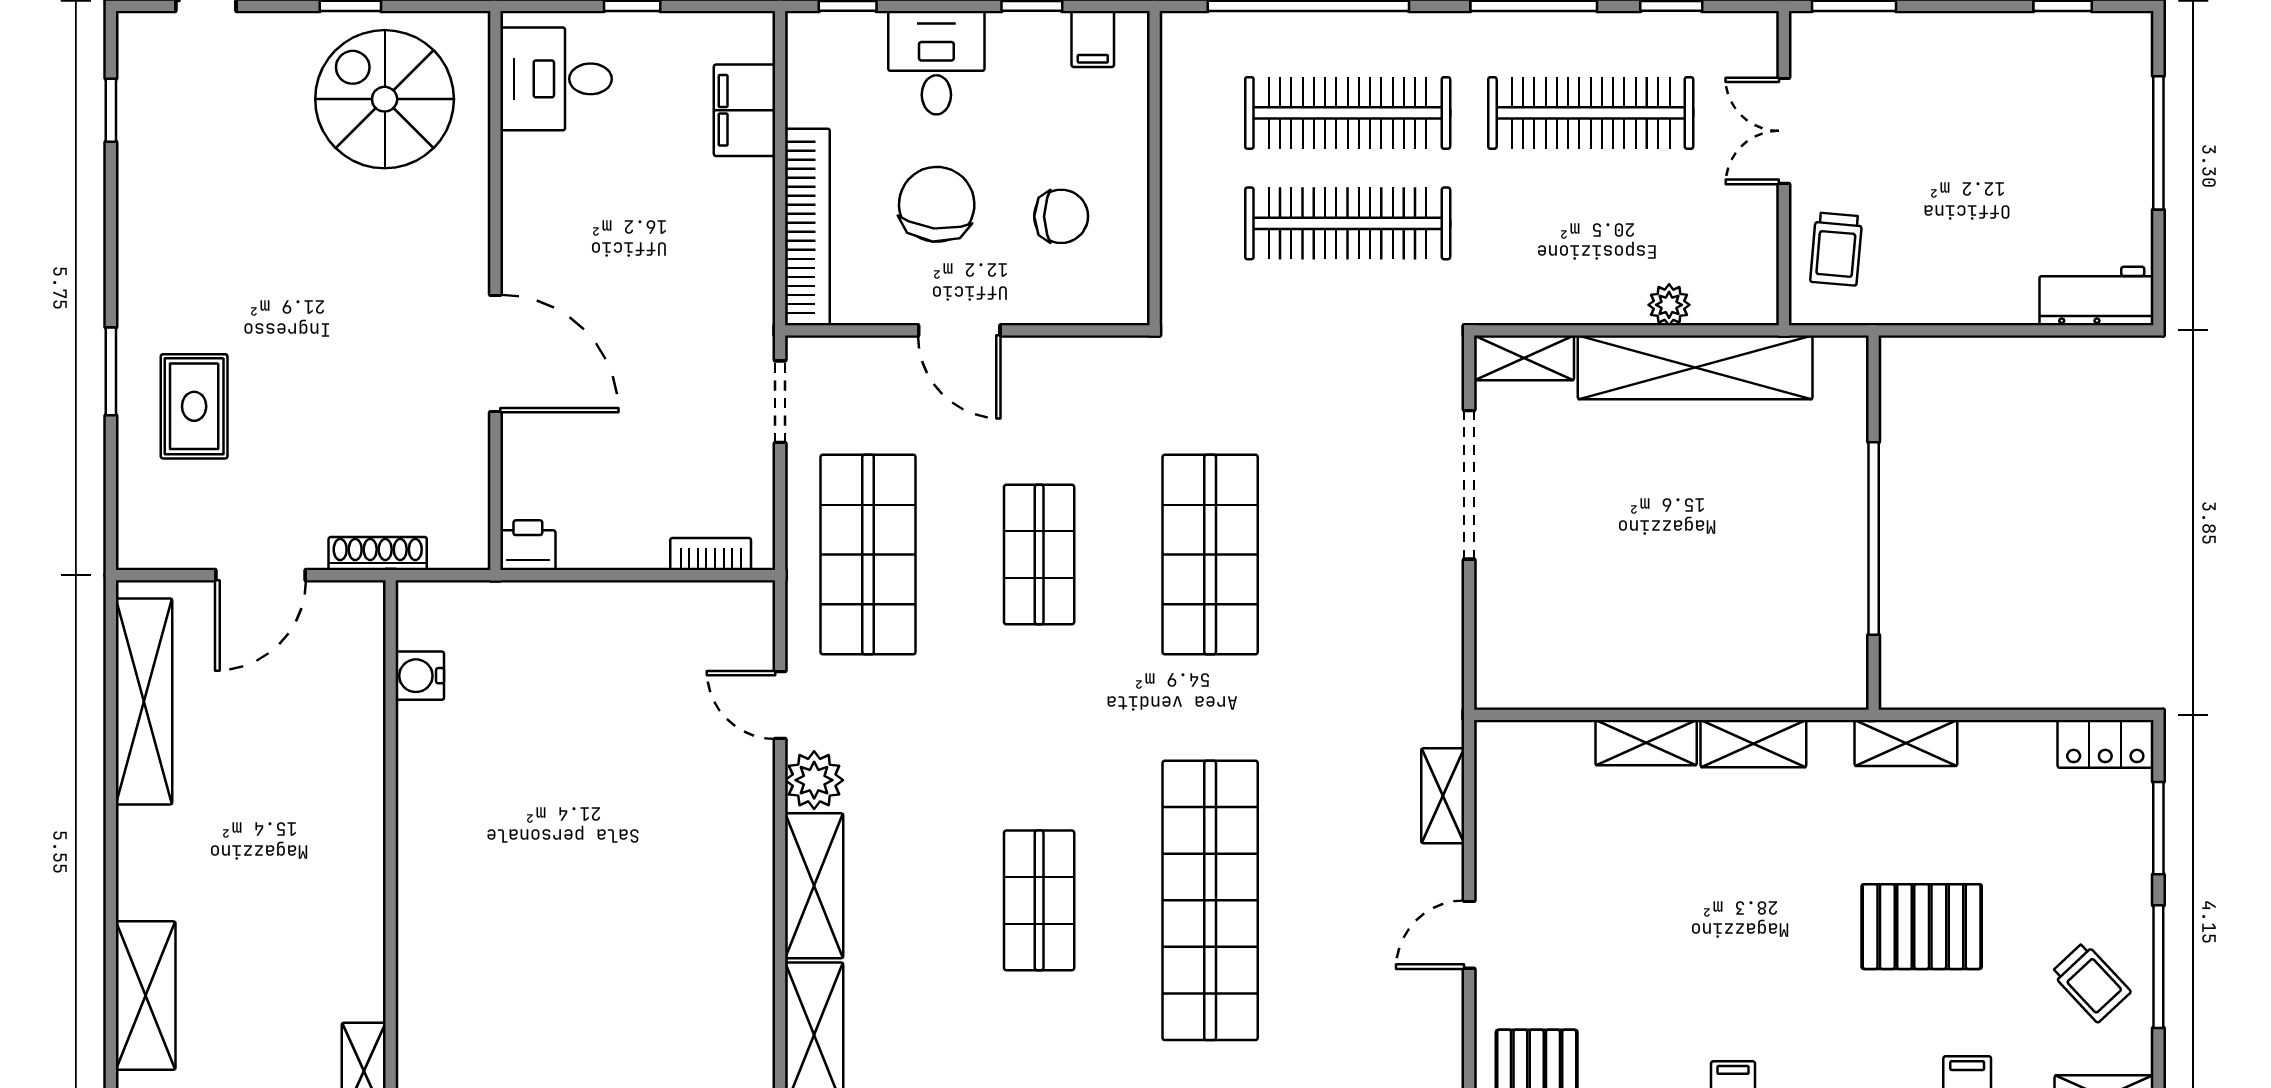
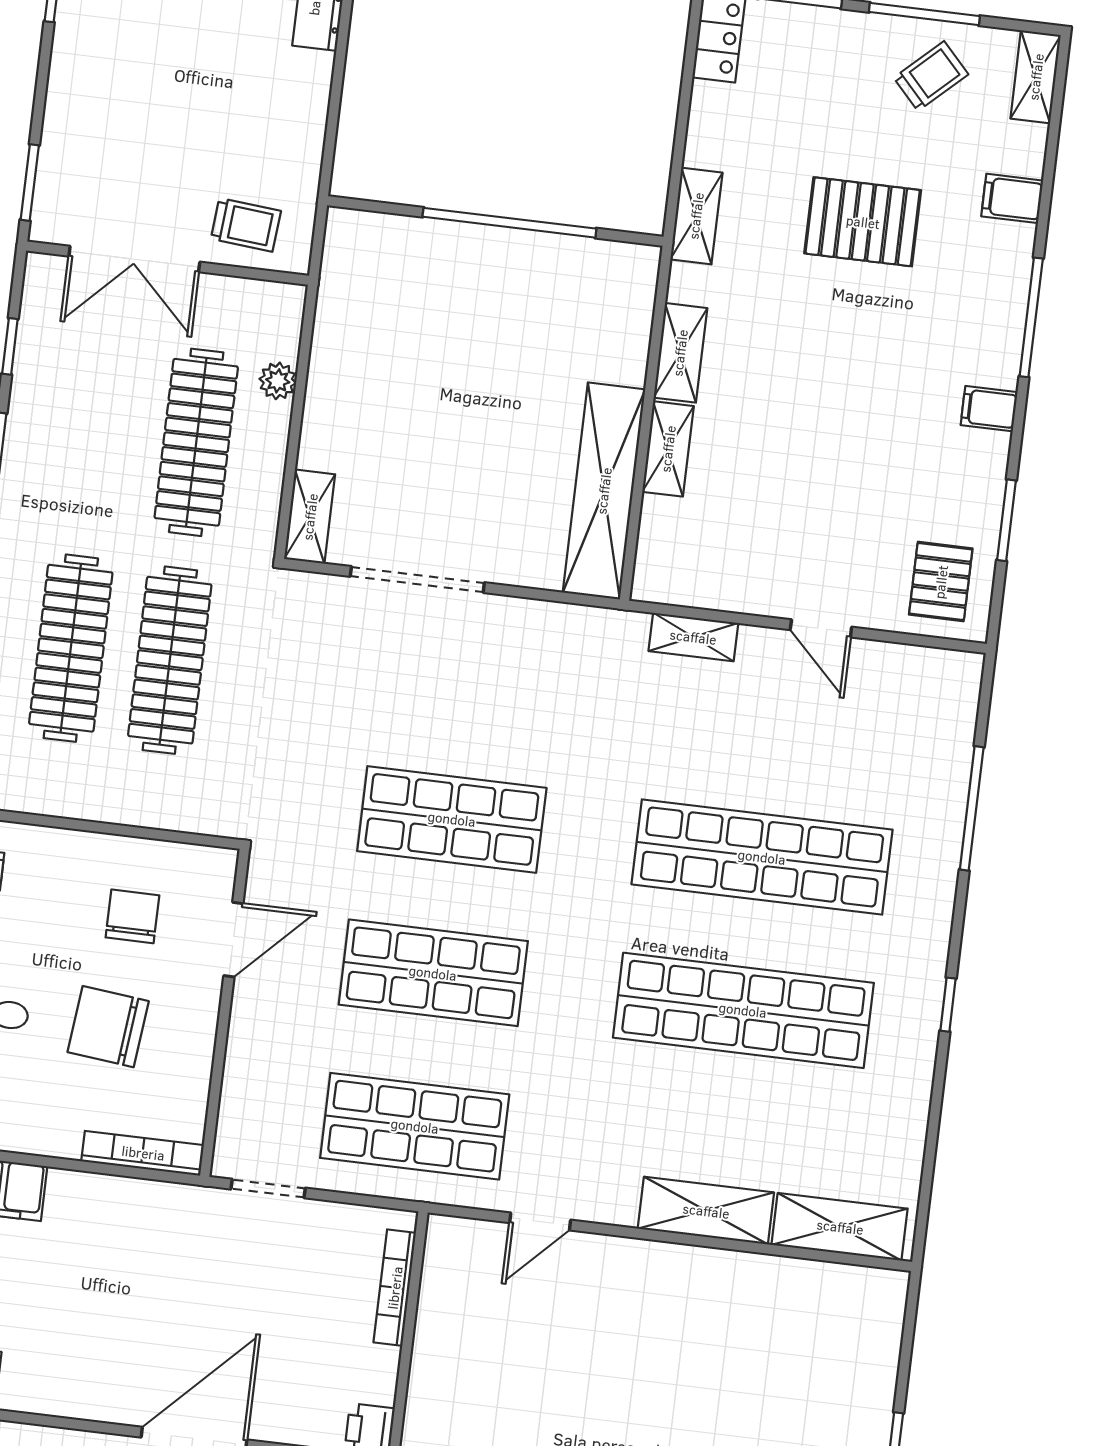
clothes rail: (1591, 113) -> (196, 442), moved
double door: (1784, 131) -> (134, 259), width x1.37
bookcase: (807, 227) -> (143, 1153), width x0.68, depth x0.76
door: (959, 330) -> (233, 940), moved
shelving: (1695, 367) -> (604, 491), moved
bookcase: (711, 554) -> (395, 1288), width x1.56
shop shelf: (1039, 555) -> (433, 973), width x1.43, depth x1.36
plant: (814, 780) -> (611, 1199), removed
shop shelf: (1039, 900) -> (743, 1010), width x2.00, depth x1.36
pallet: (1922, 927) -> (863, 222), turned 90

